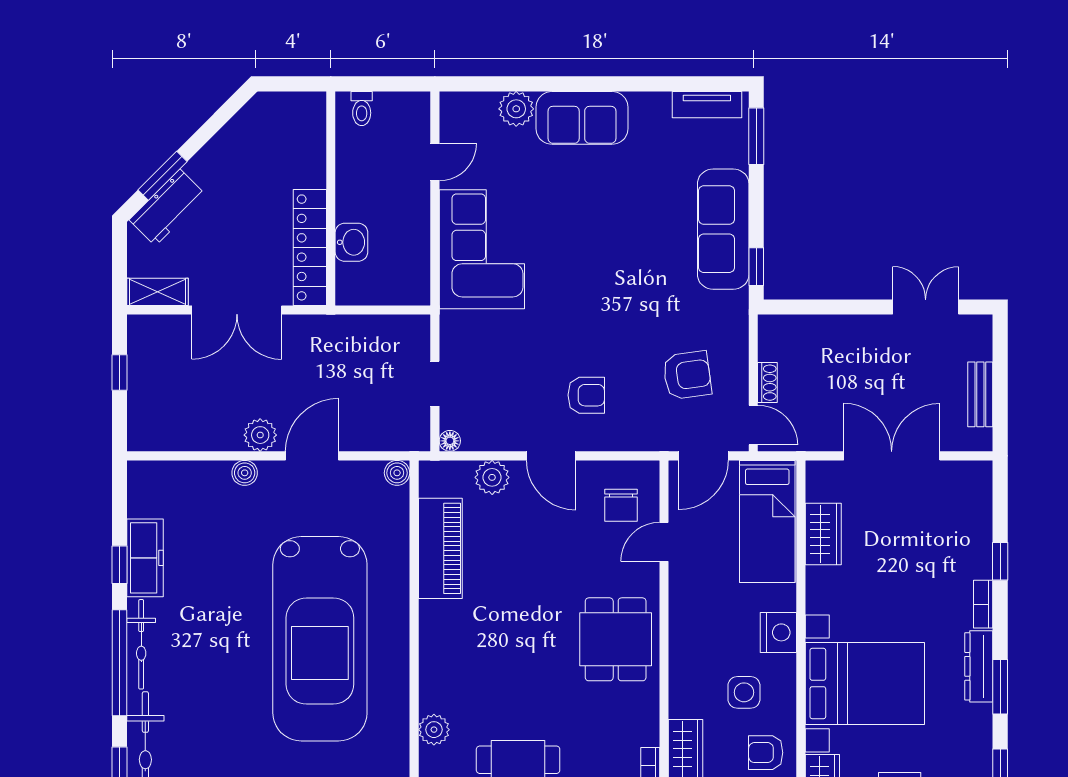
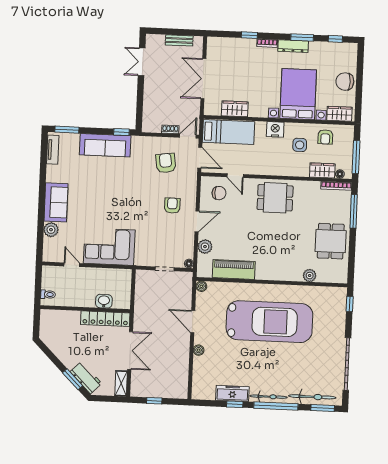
plant: (260, 435) -> (183, 343), removed

